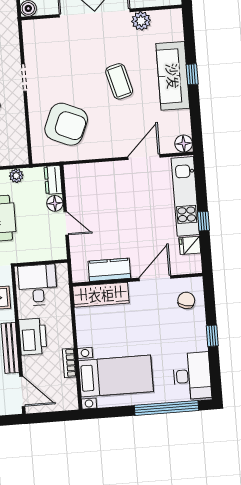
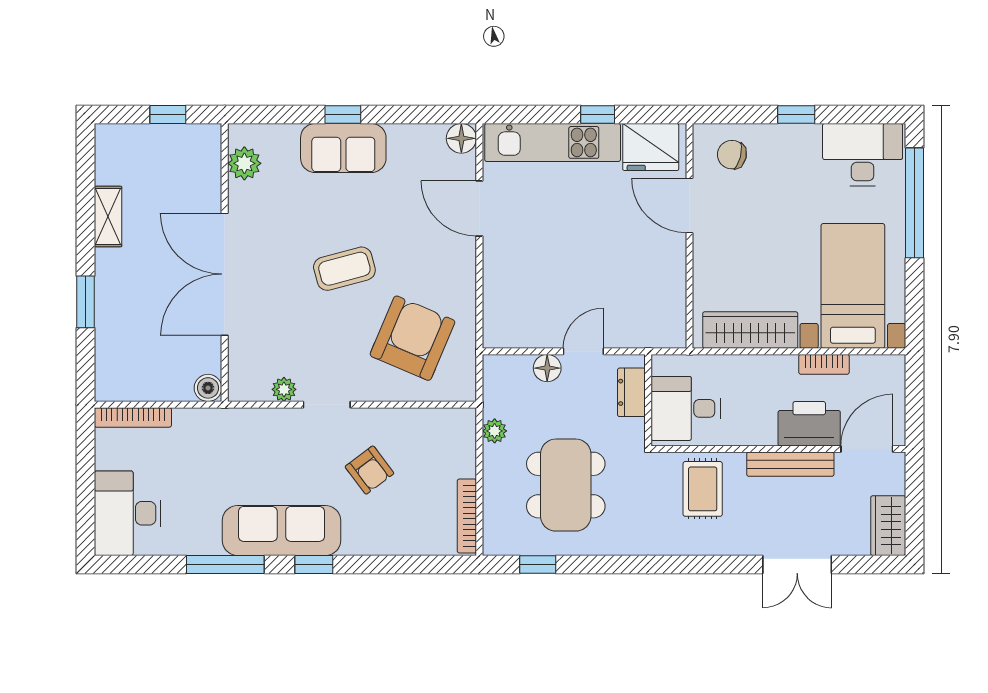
plant: (141, 21) -> (244, 163), moved
plant: (31, 52) -> (284, 389), added
sofa: (173, 76) -> (343, 148), width x0.73
coffee table: (119, 81) -> (344, 269), moved
dresser: (53, 180) -> (631, 392), moved, turned 90
fridge: (190, 245) -> (651, 147), width x1.88, depth x1.34
kitchen counter: (109, 270) -> (669, 283), removed
wardrobe: (101, 295) -> (750, 330), moved, turned -90
printer: (33, 337) -> (809, 424), moved

